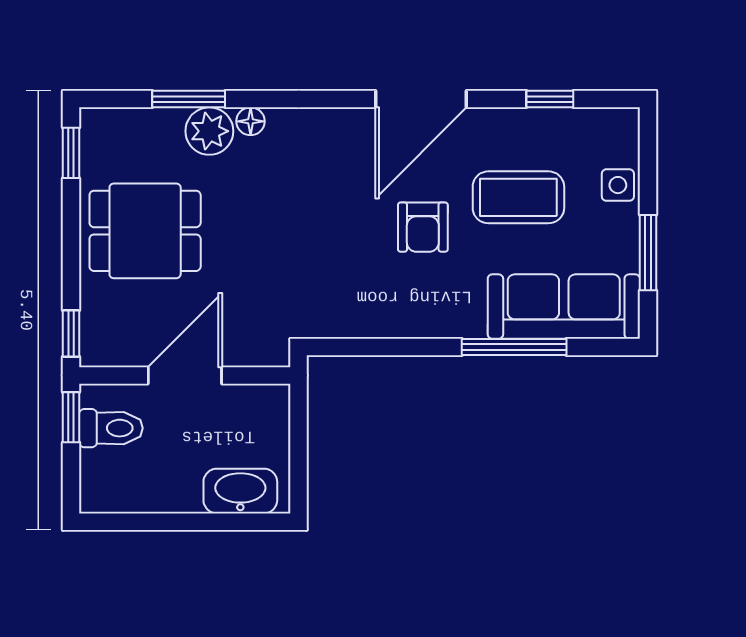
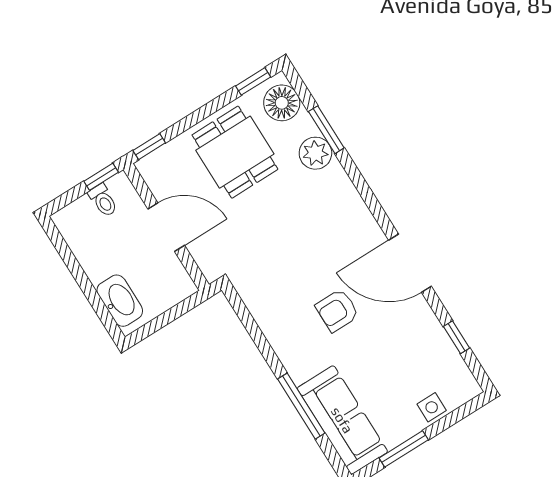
floor lamp: (251, 121) -> (282, 103), moved, width x1.89, depth x1.89
coffee table: (518, 197) -> (389, 355), removed
toilet: (111, 428) -> (103, 200), width x0.73, depth x0.72

